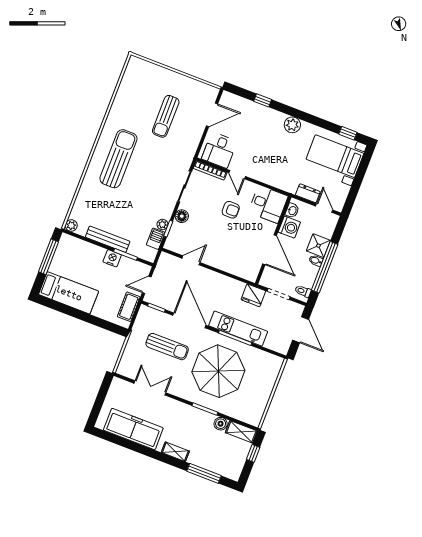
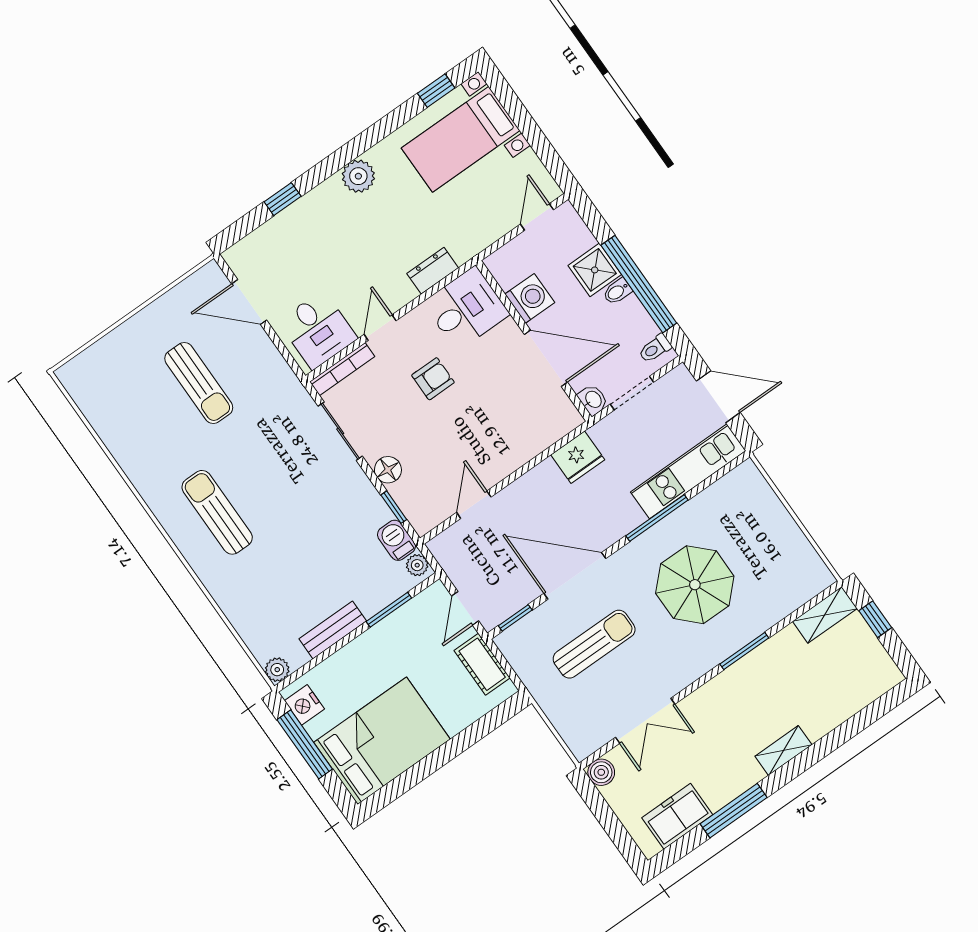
door: (212, 115) -> (249, 302), swing flipped
sun lounger: (118, 159) -> (217, 512), width x0.73, depth x0.75
door: (237, 175) -> (380, 328), swing flipped
dresser: (308, 193) -> (433, 271), moved
door: (324, 208) -> (537, 217), hinge flipped
washbasin: (292, 210) -> (593, 400), moved
plant: (162, 225) -> (417, 565), moved
bench: (108, 239) -> (333, 630), width x0.73
nightstand: (112, 258) -> (304, 705), moved, turned -90
bed: (69, 293) -> (382, 741), width x1.50
fridge: (253, 295) -> (578, 457), moved
kitchen unit: (238, 329) -> (688, 471), moved
parasol: (218, 371) -> (695, 585), width x0.73, depth x0.73
double door: (150, 388) -> (645, 721), swing flipped
boiler: (221, 424) -> (601, 772), moved
freezer: (133, 429) -> (677, 816), width x0.52, depth x0.79
window: (204, 473) -> (734, 811), moved

